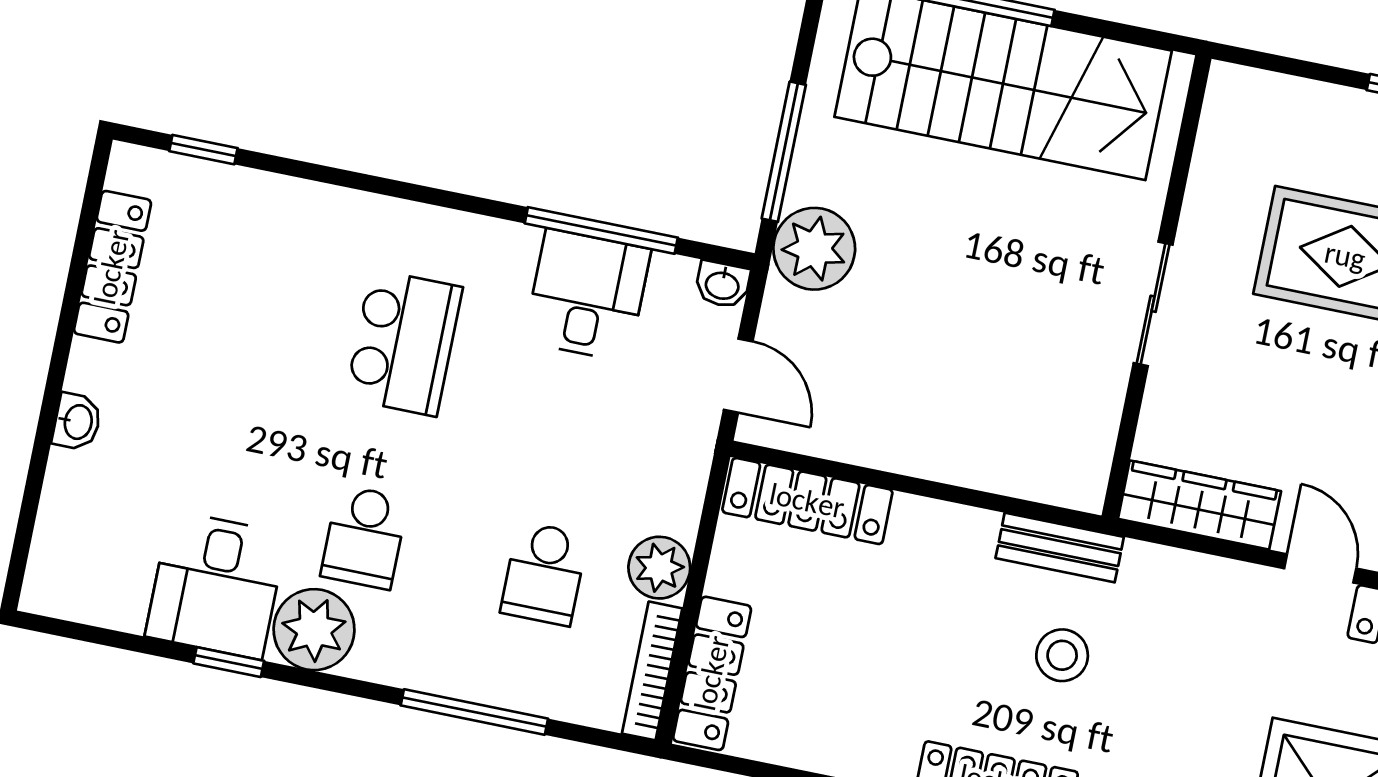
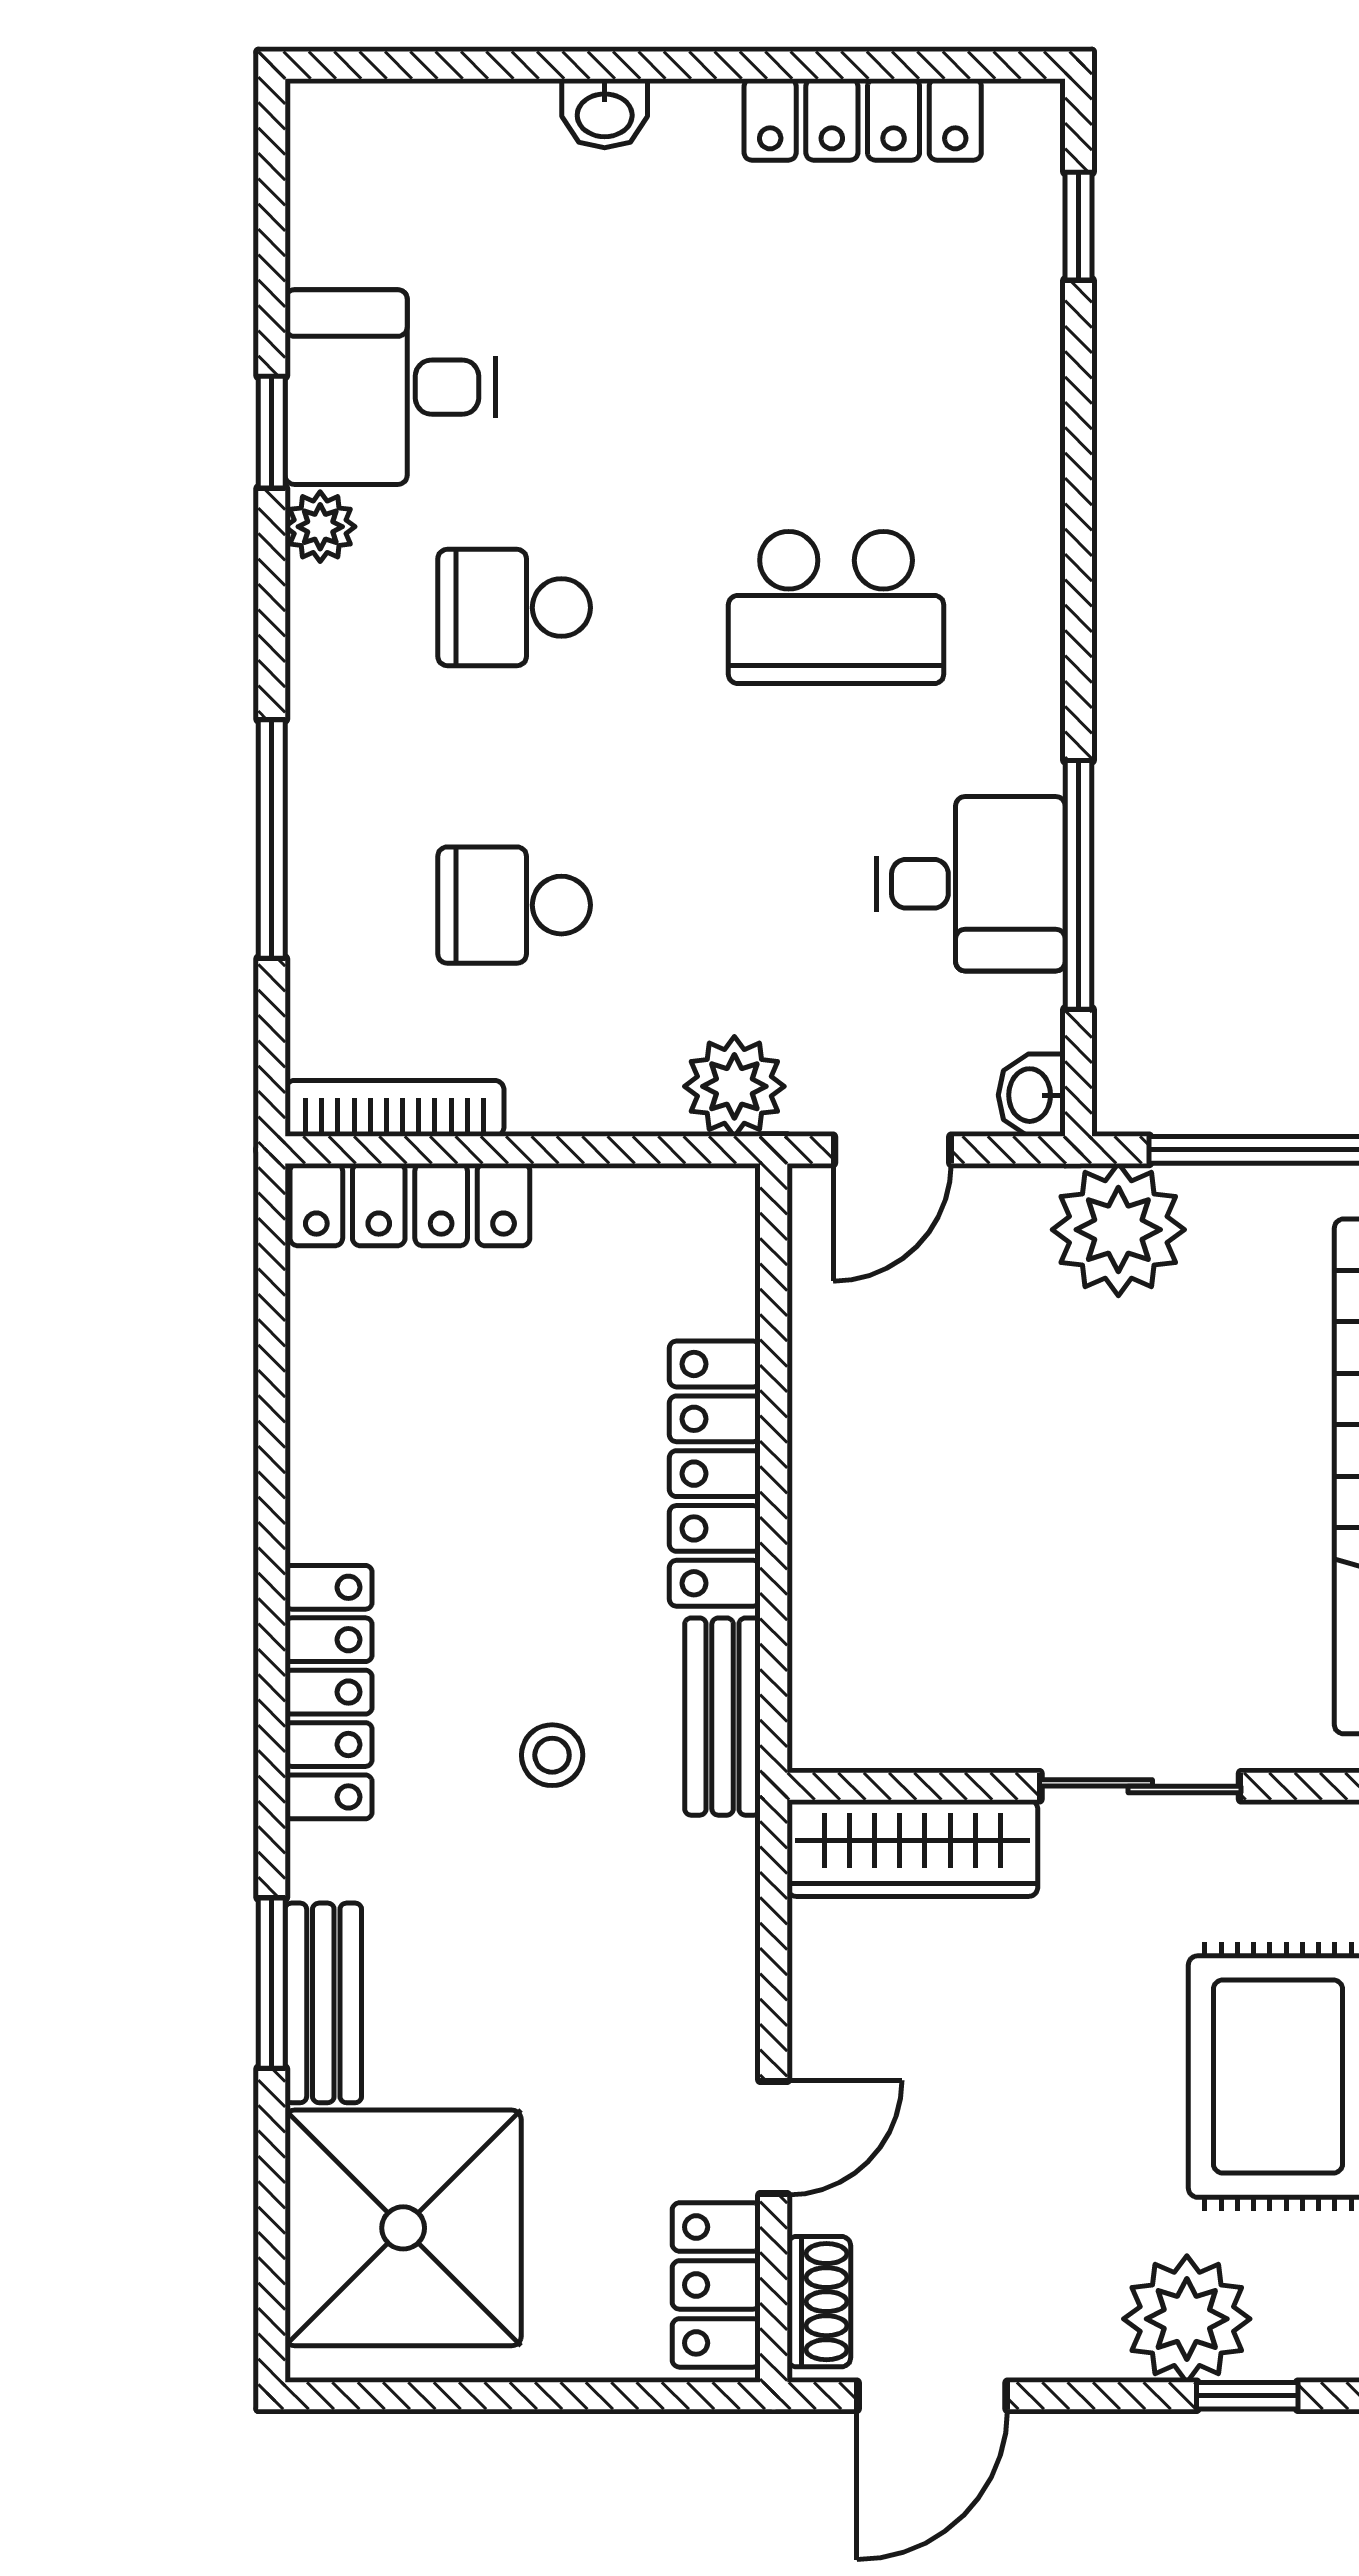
locker: (807, 501) -> (715, 1474), moved
wardrobe: (1199, 505) -> (912, 1848), moved, turned 90
plant: (659, 568) -> (734, 1086), moved
plant: (314, 630) -> (320, 527), width x0.53, depth x0.53
stool: (1062, 655) -> (552, 1755), width x0.73, depth x0.73

